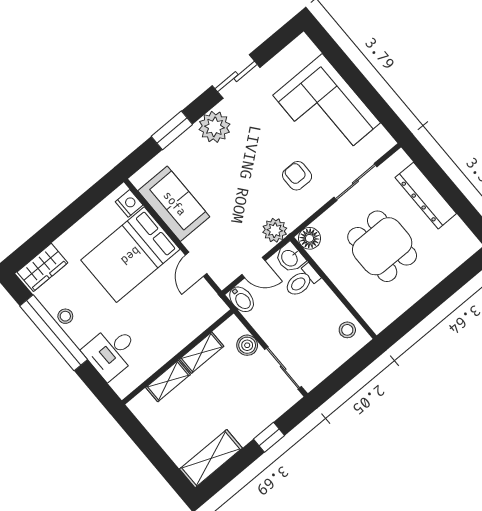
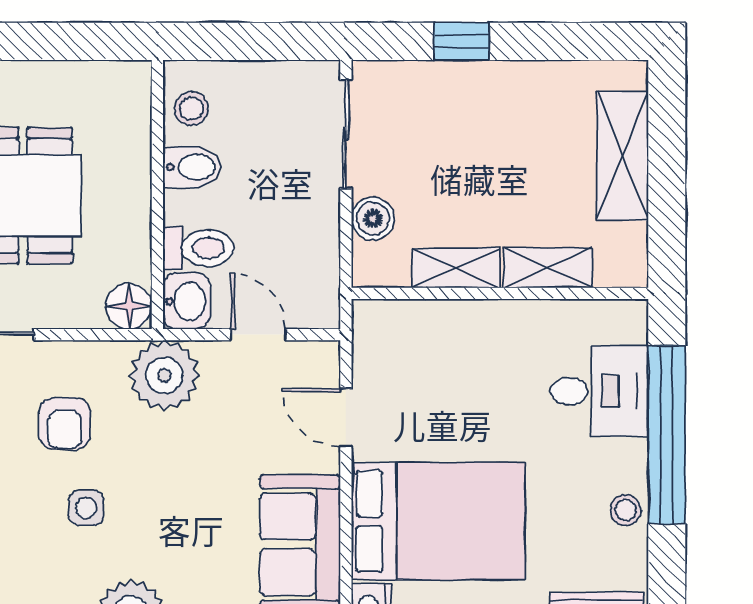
side table: (263, 151) -> (86, 508), added
plant: (275, 230) -> (164, 375), width x1.36, depth x1.36
door: (196, 264) -> (346, 417), swing flipped
bidet: (242, 299) -> (192, 167), moved, turned 90
window: (54, 333) -> (667, 435), moved
shelving: (211, 459) -> (622, 156), moved, turned 90

